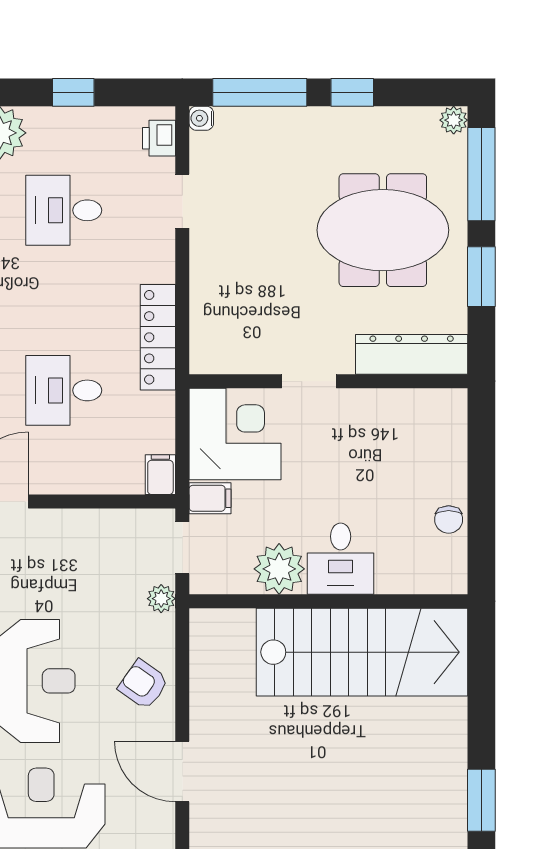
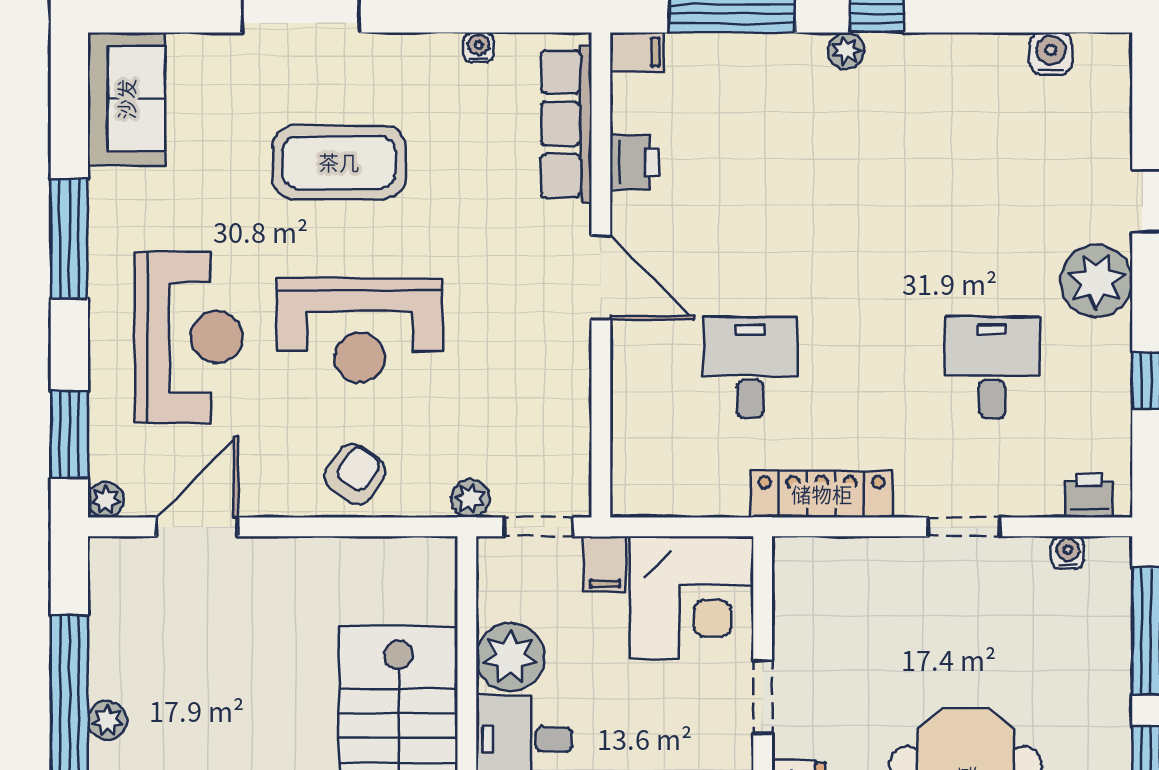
water cooler: (201, 118) -> (1068, 552), moved
doorway: (182, 201) -> (964, 527), moved
filing cabinet: (160, 475) -> (637, 497), removed
door: (182, 772) -> (197, 527), moved

